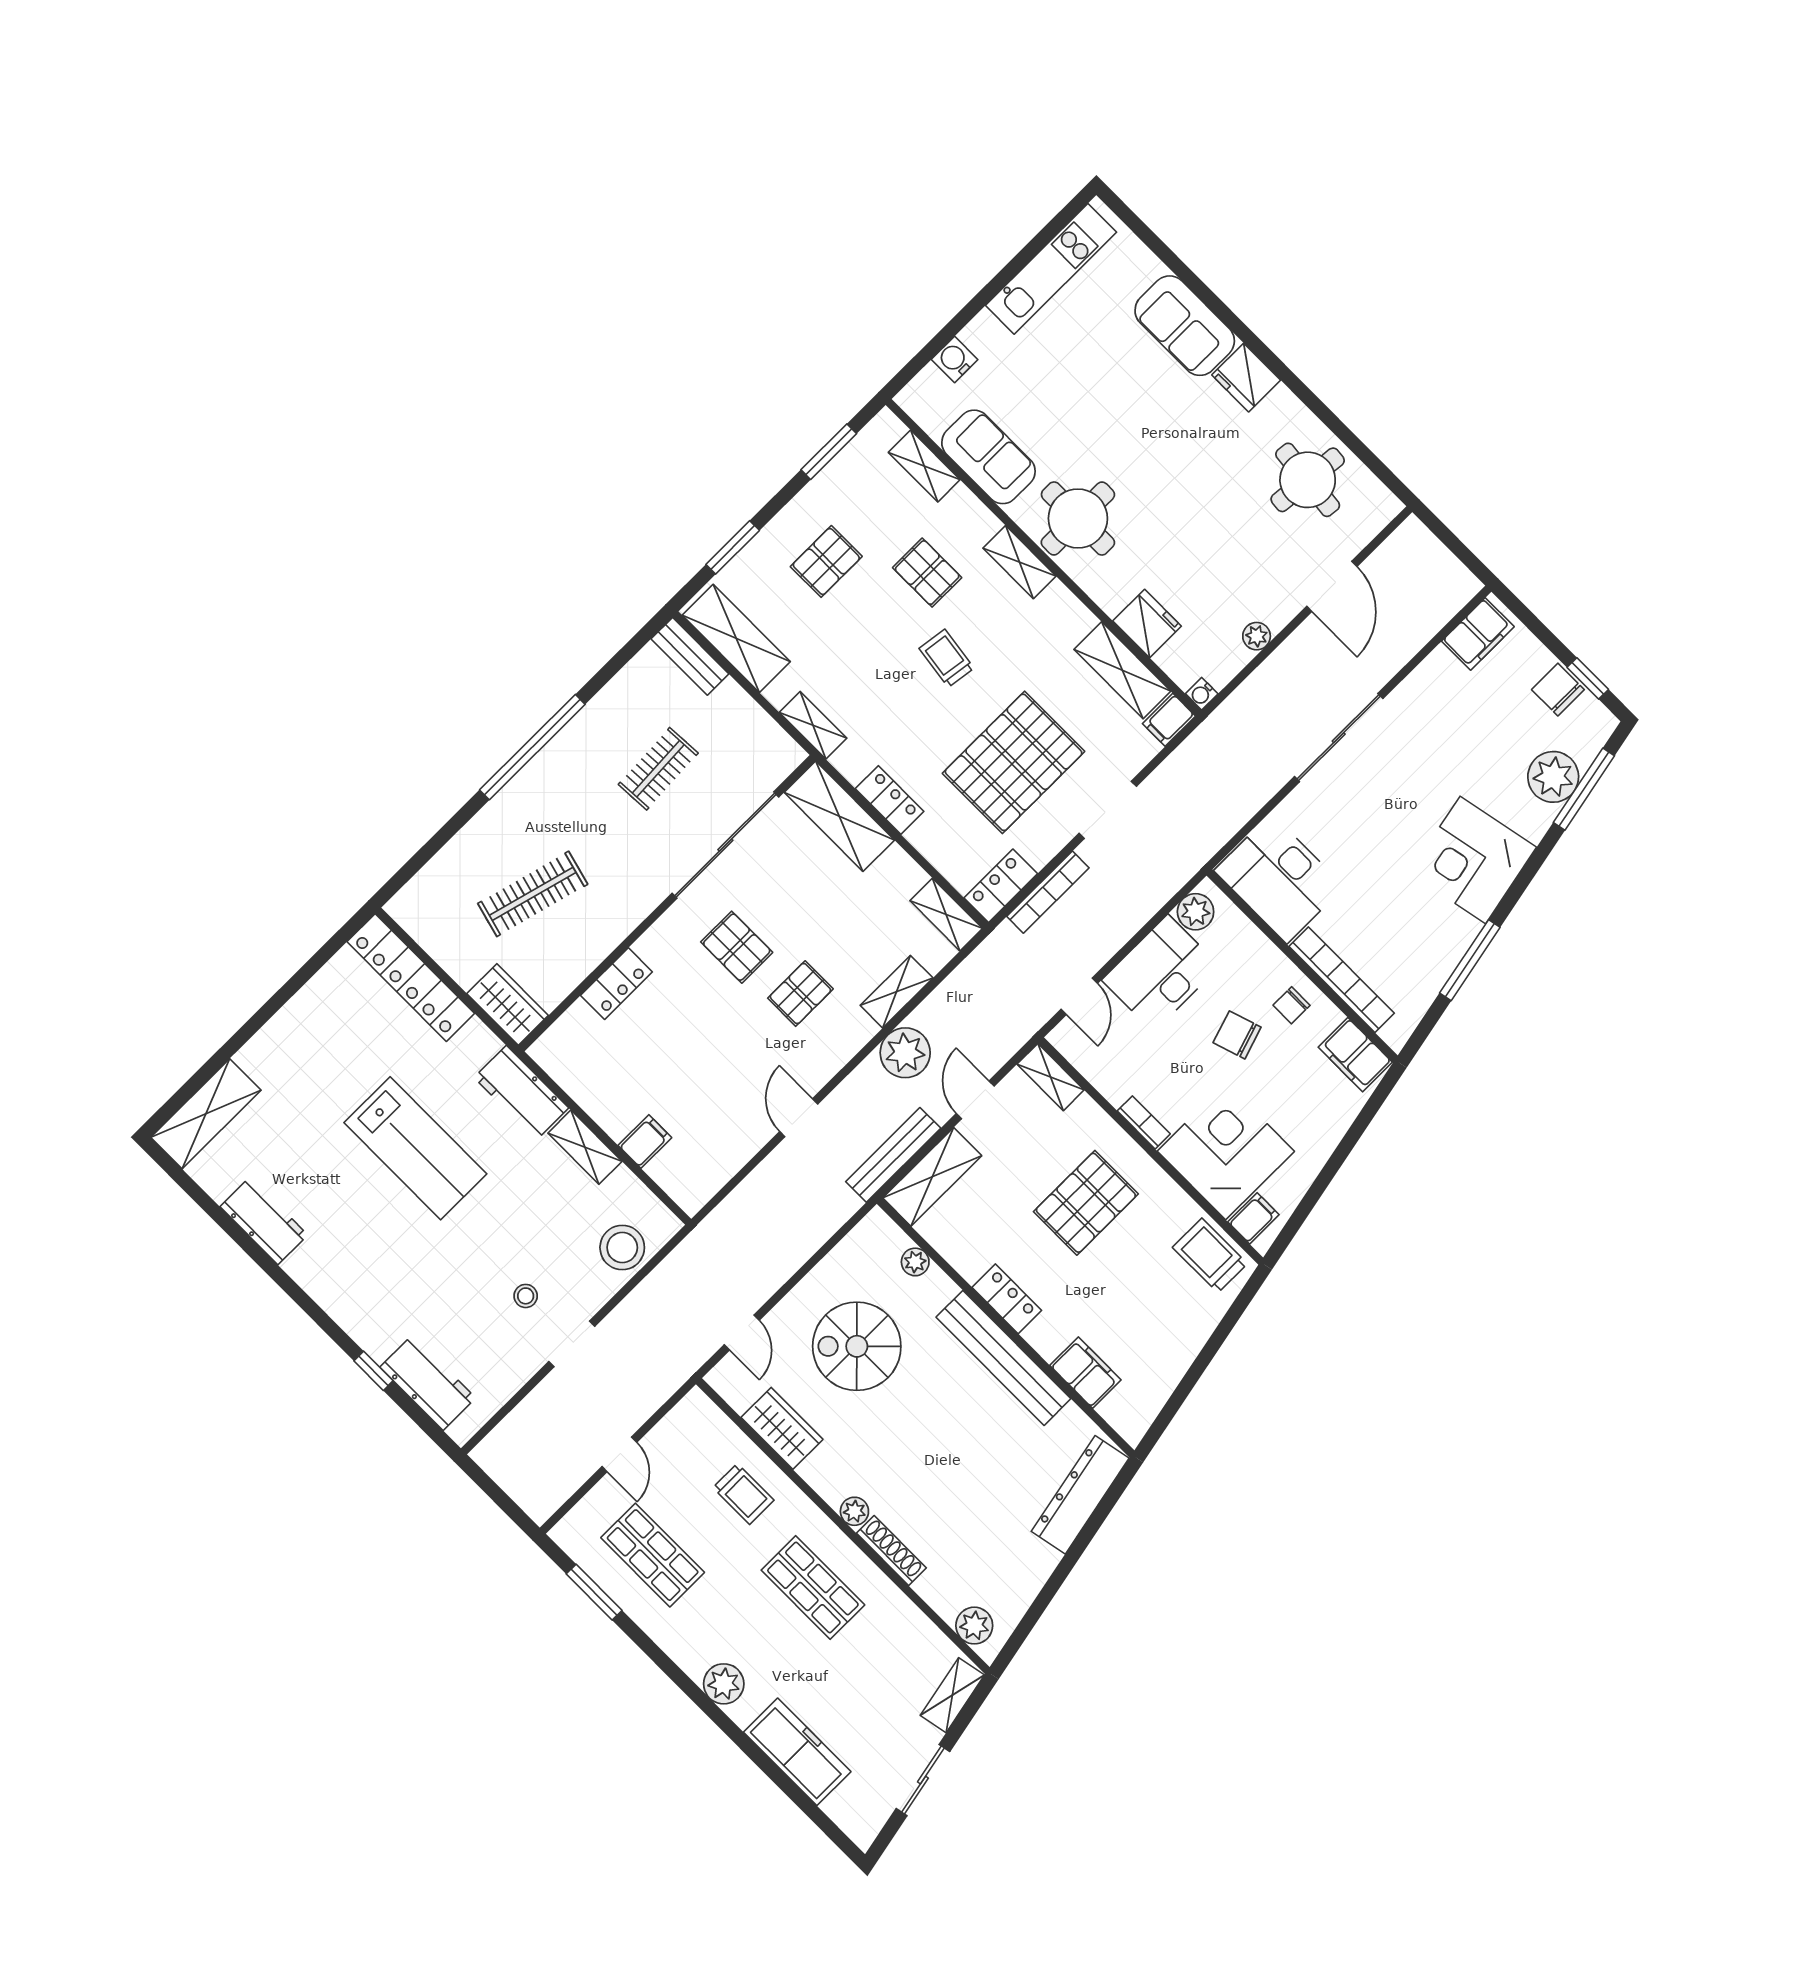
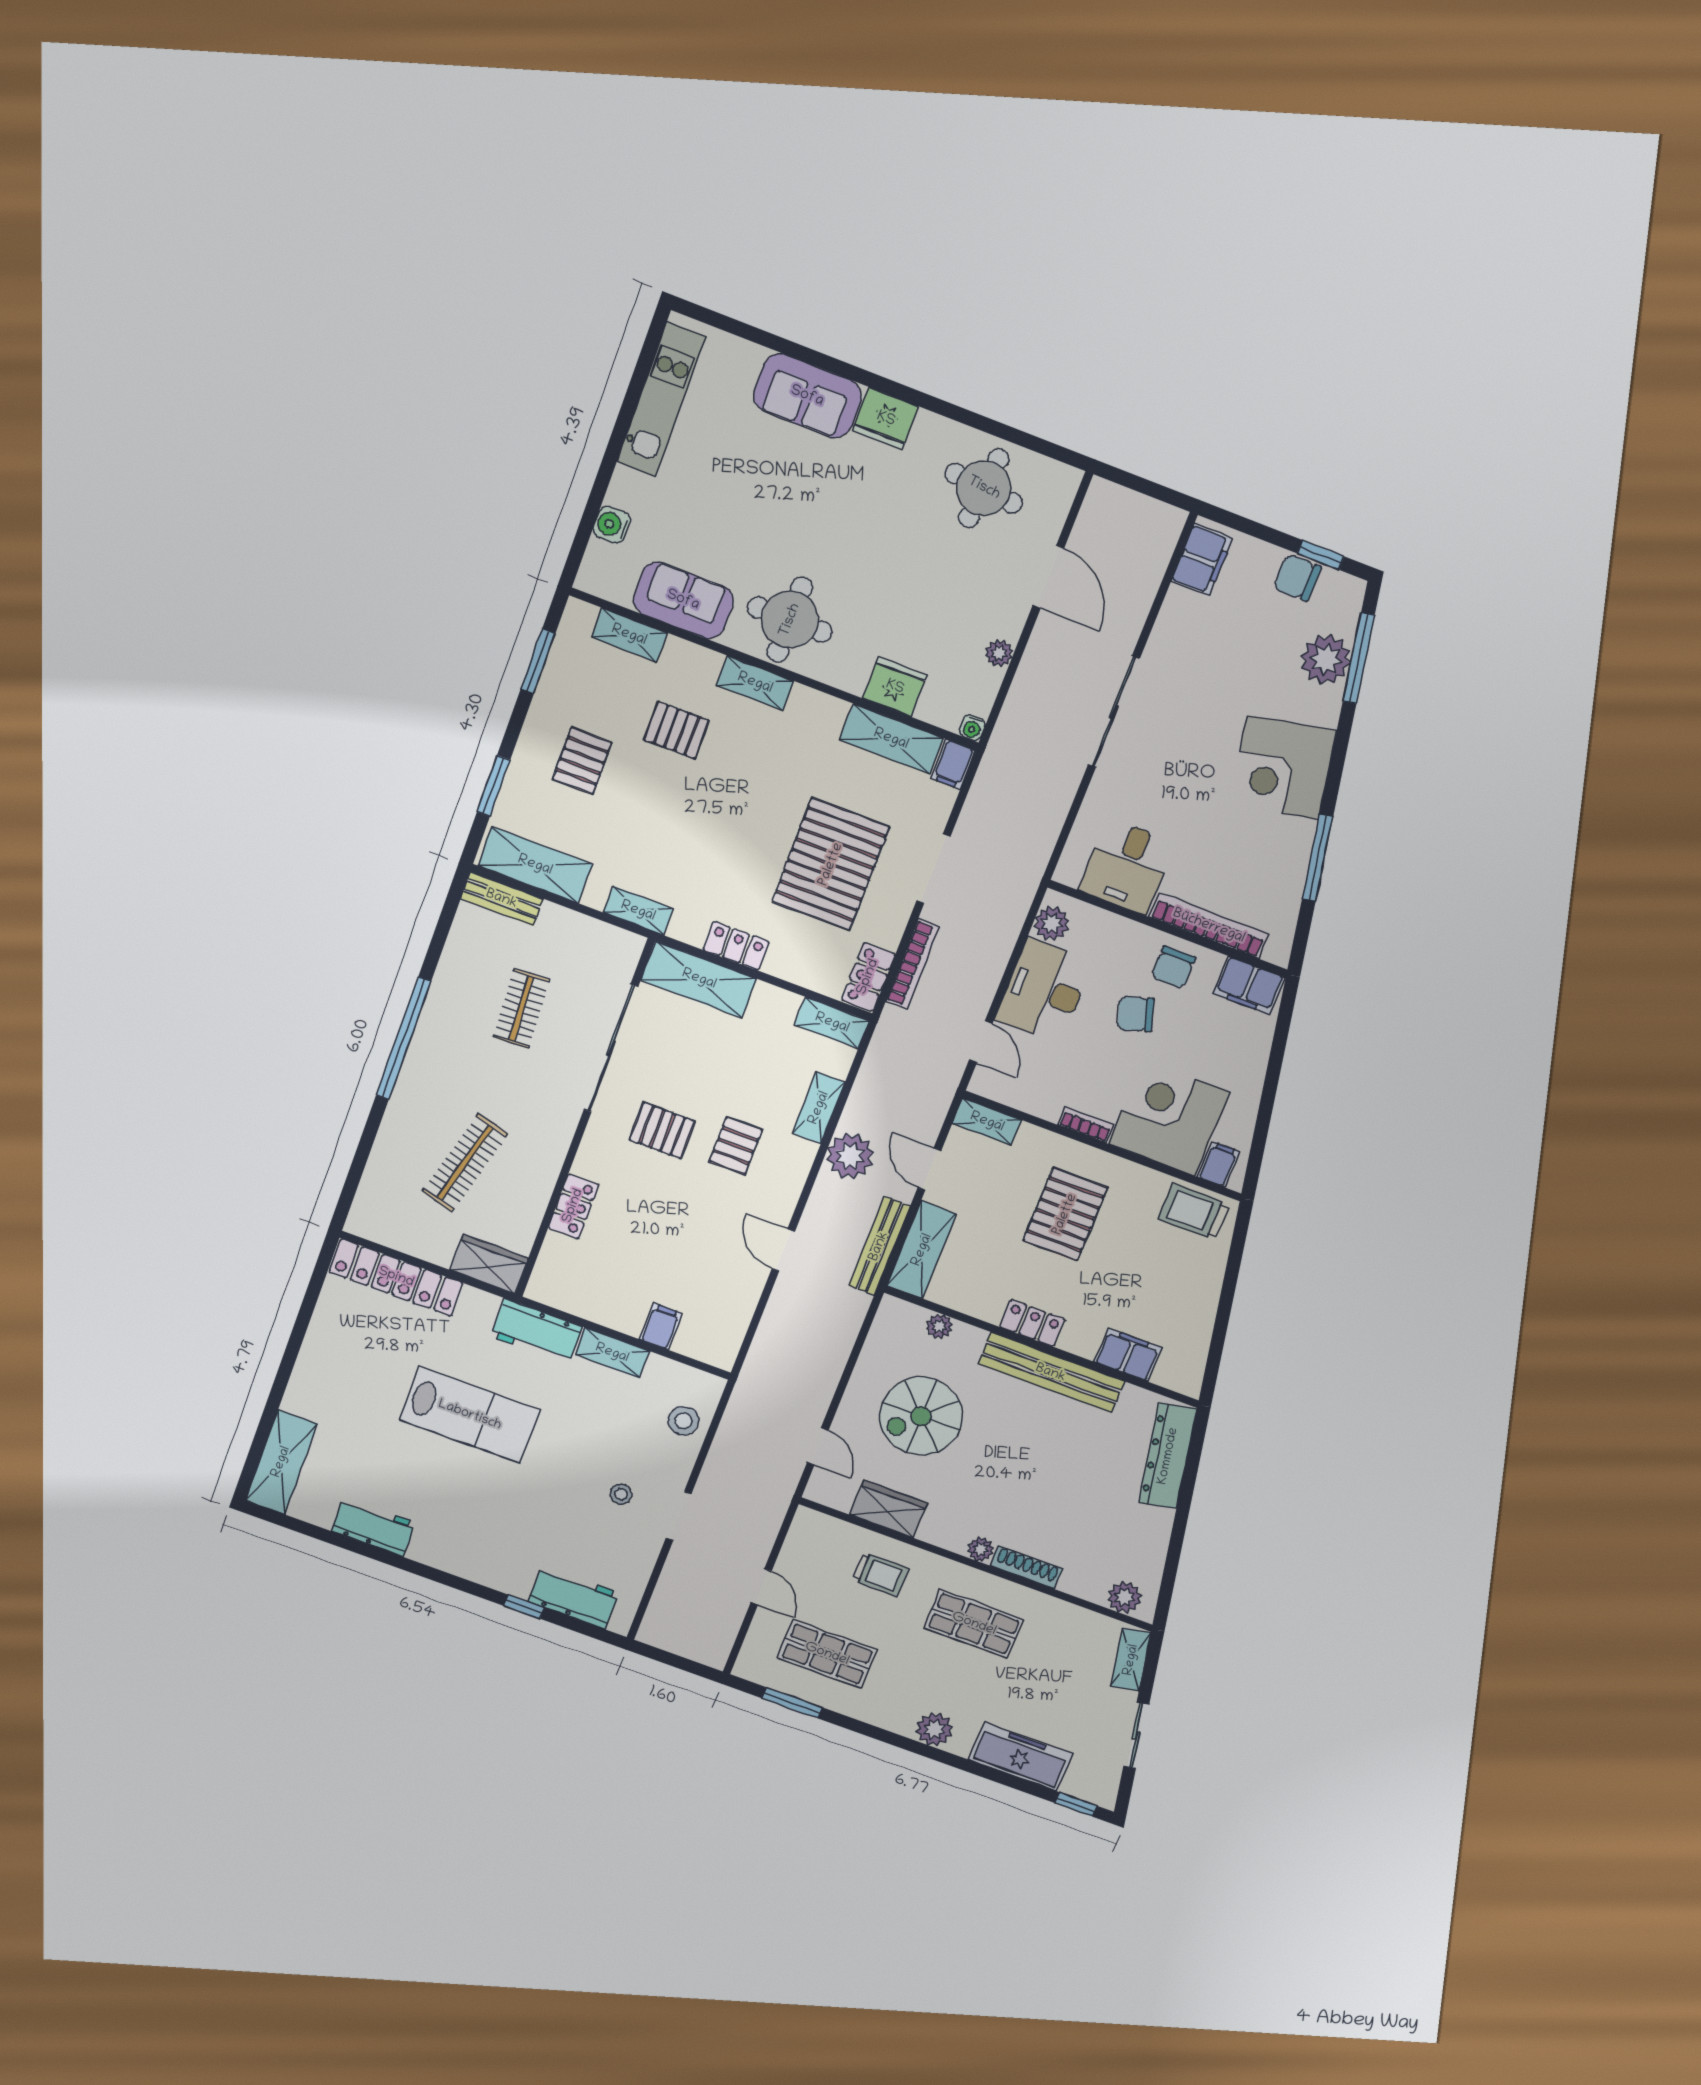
trolley: (947, 658) -> (729, 799), removed
desk: (1279, 879) -> (1127, 866), width x0.73
chair: (1292, 1005) -> (1173, 967), width x1.37, depth x1.37
stool: (622, 1248) -> (683, 1421), width x0.73, depth x0.73
window: (830, 1829) -> (1076, 1805), added

